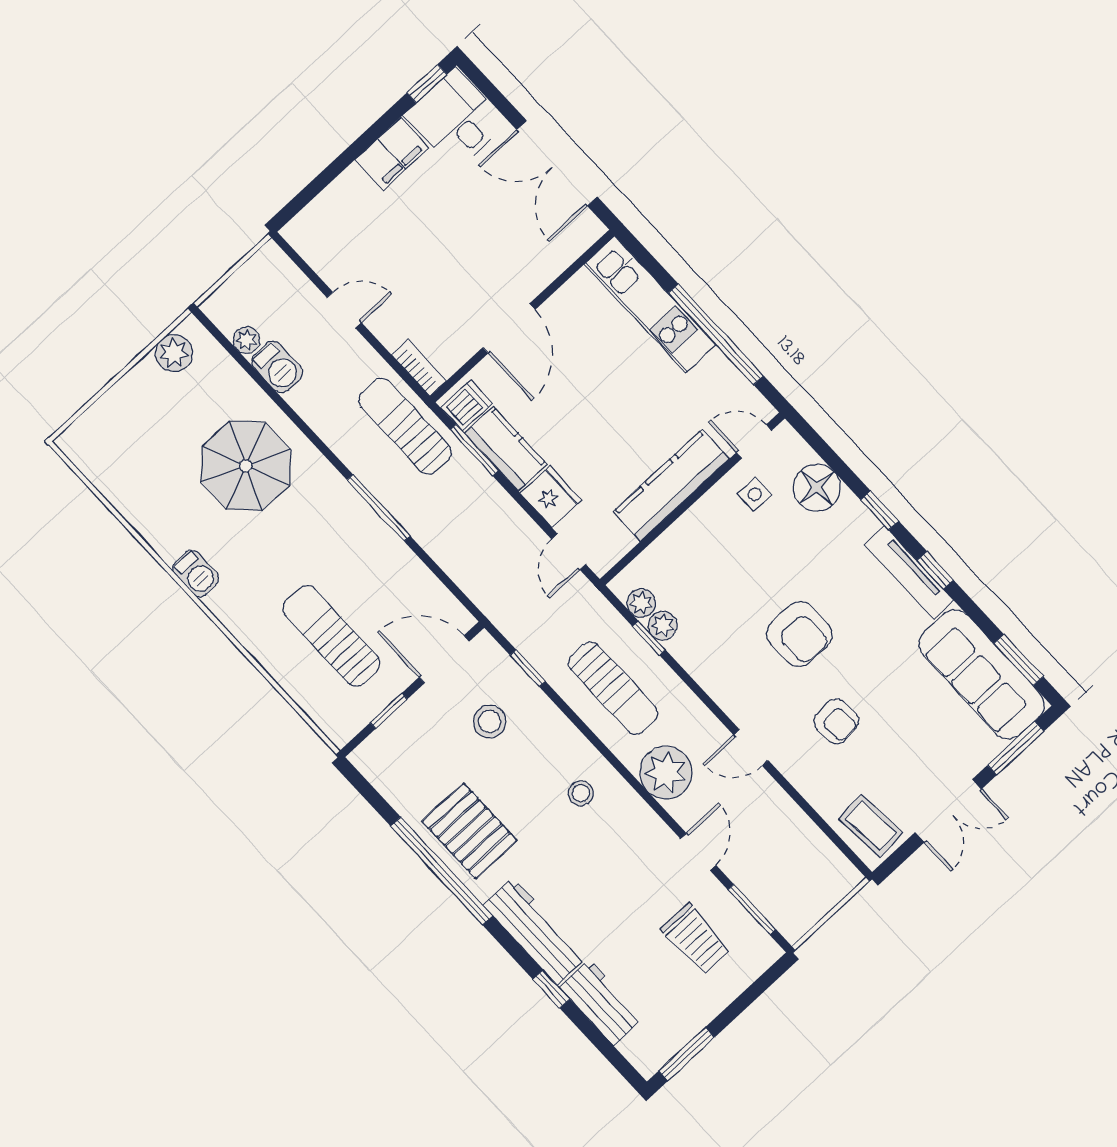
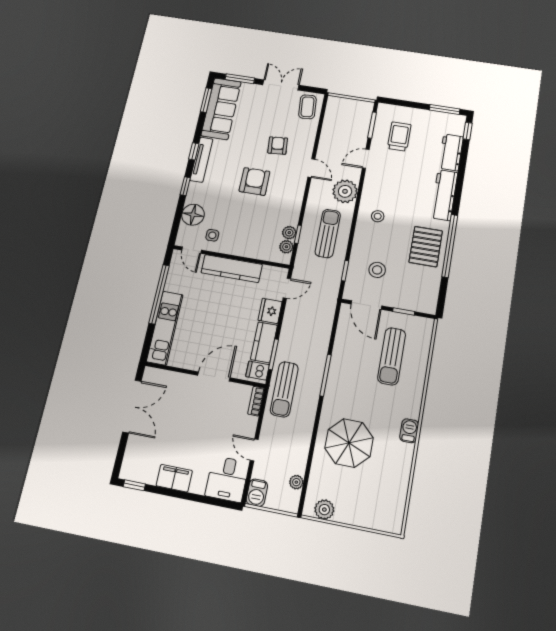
desk: (456, 119) -> (227, 479), moved
barbecue: (277, 367) -> (257, 493), moved, turned 180
window: (551, 989) -> (468, 131), moved

